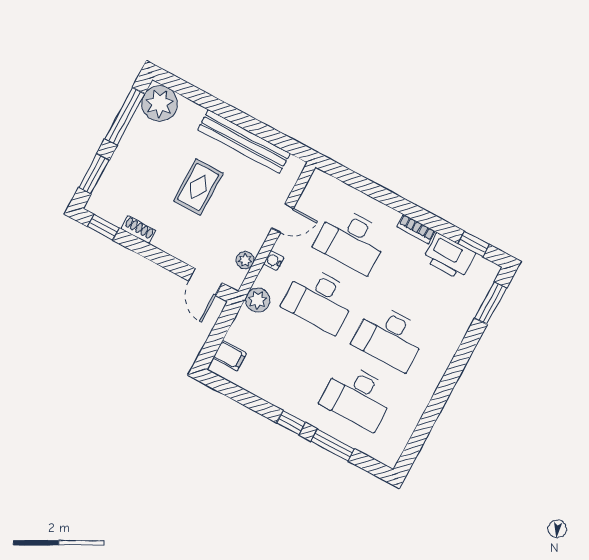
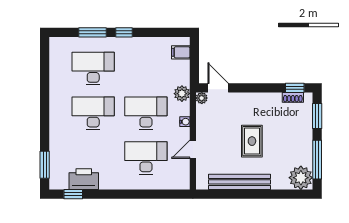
bookcase: (416, 229) -> (112, 185), removed
shoe rack: (138, 230) -> (293, 97), moved
plant: (245, 260) -> (202, 98), moved

